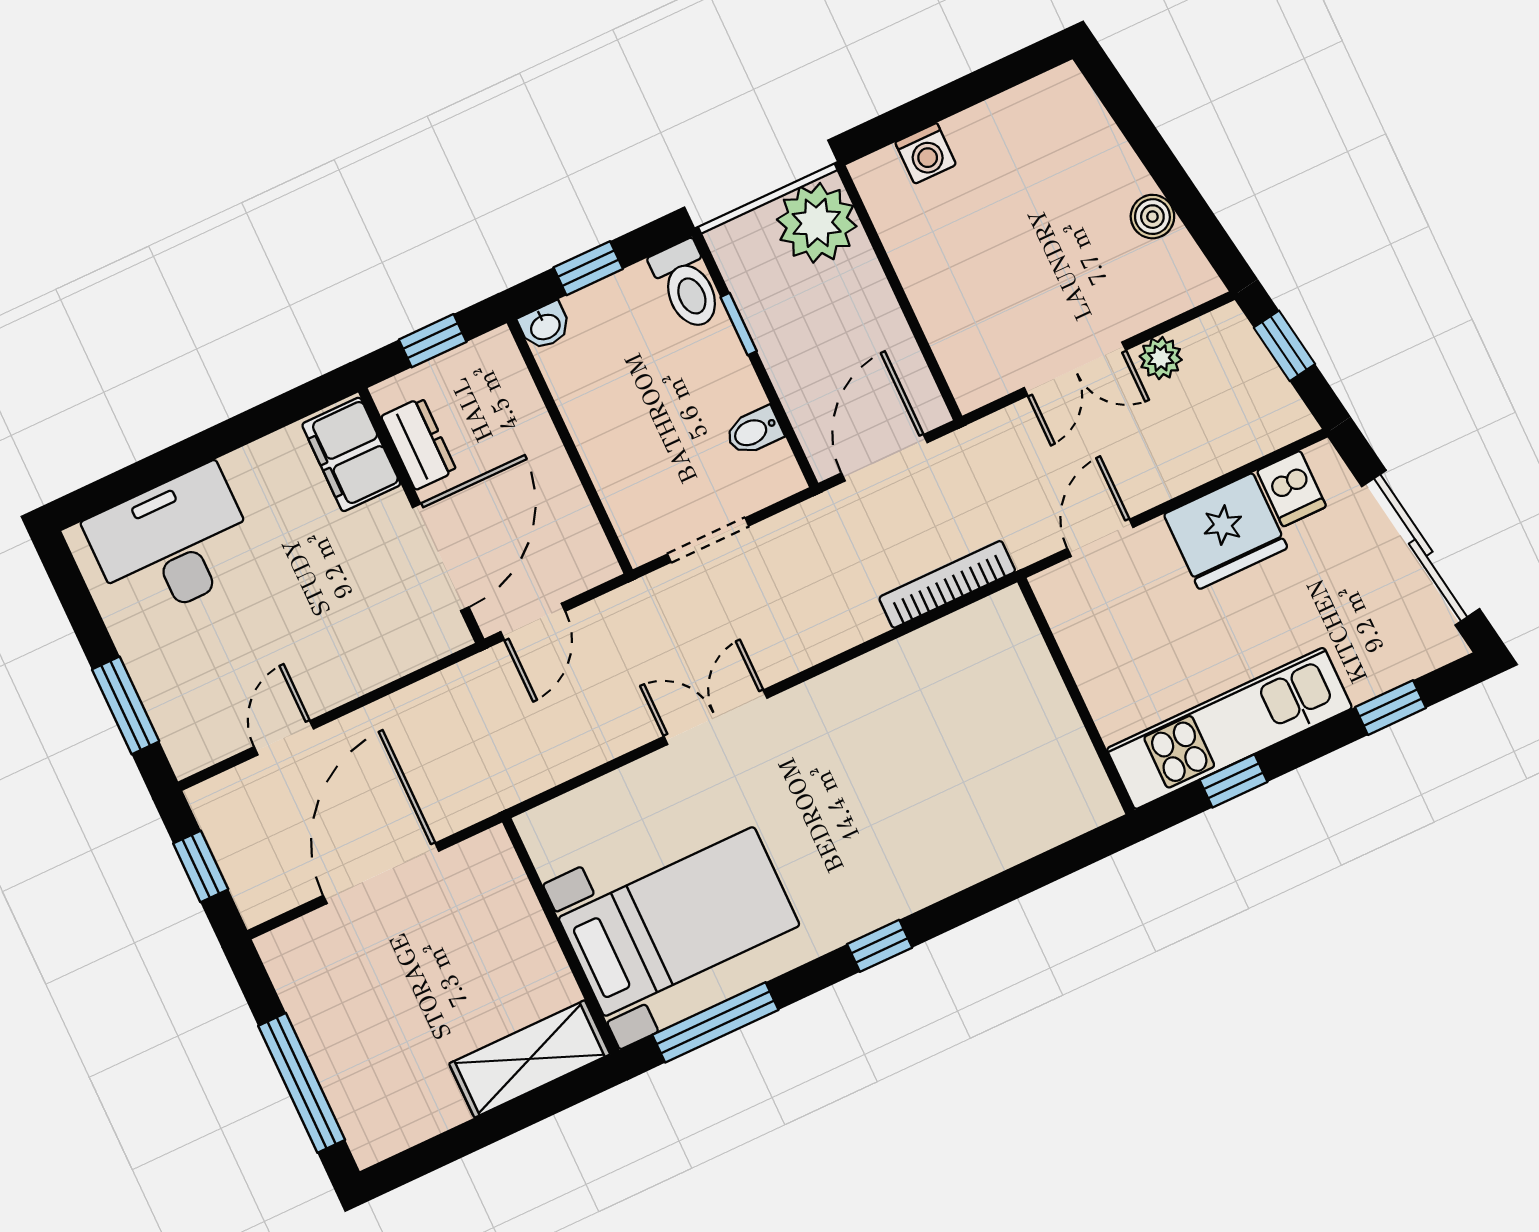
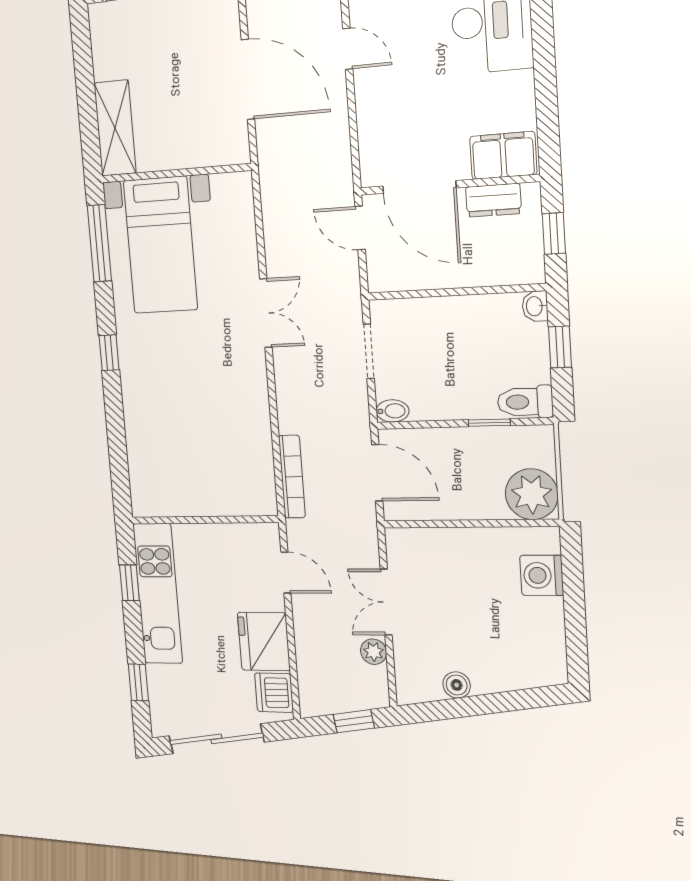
washing machine: (926, 153) -> (542, 575), width x1.38, depth x1.38
bidet: (754, 431) -> (392, 411), moved, turned 90
dishwasher: (1292, 489) -> (274, 693), width x1.38

